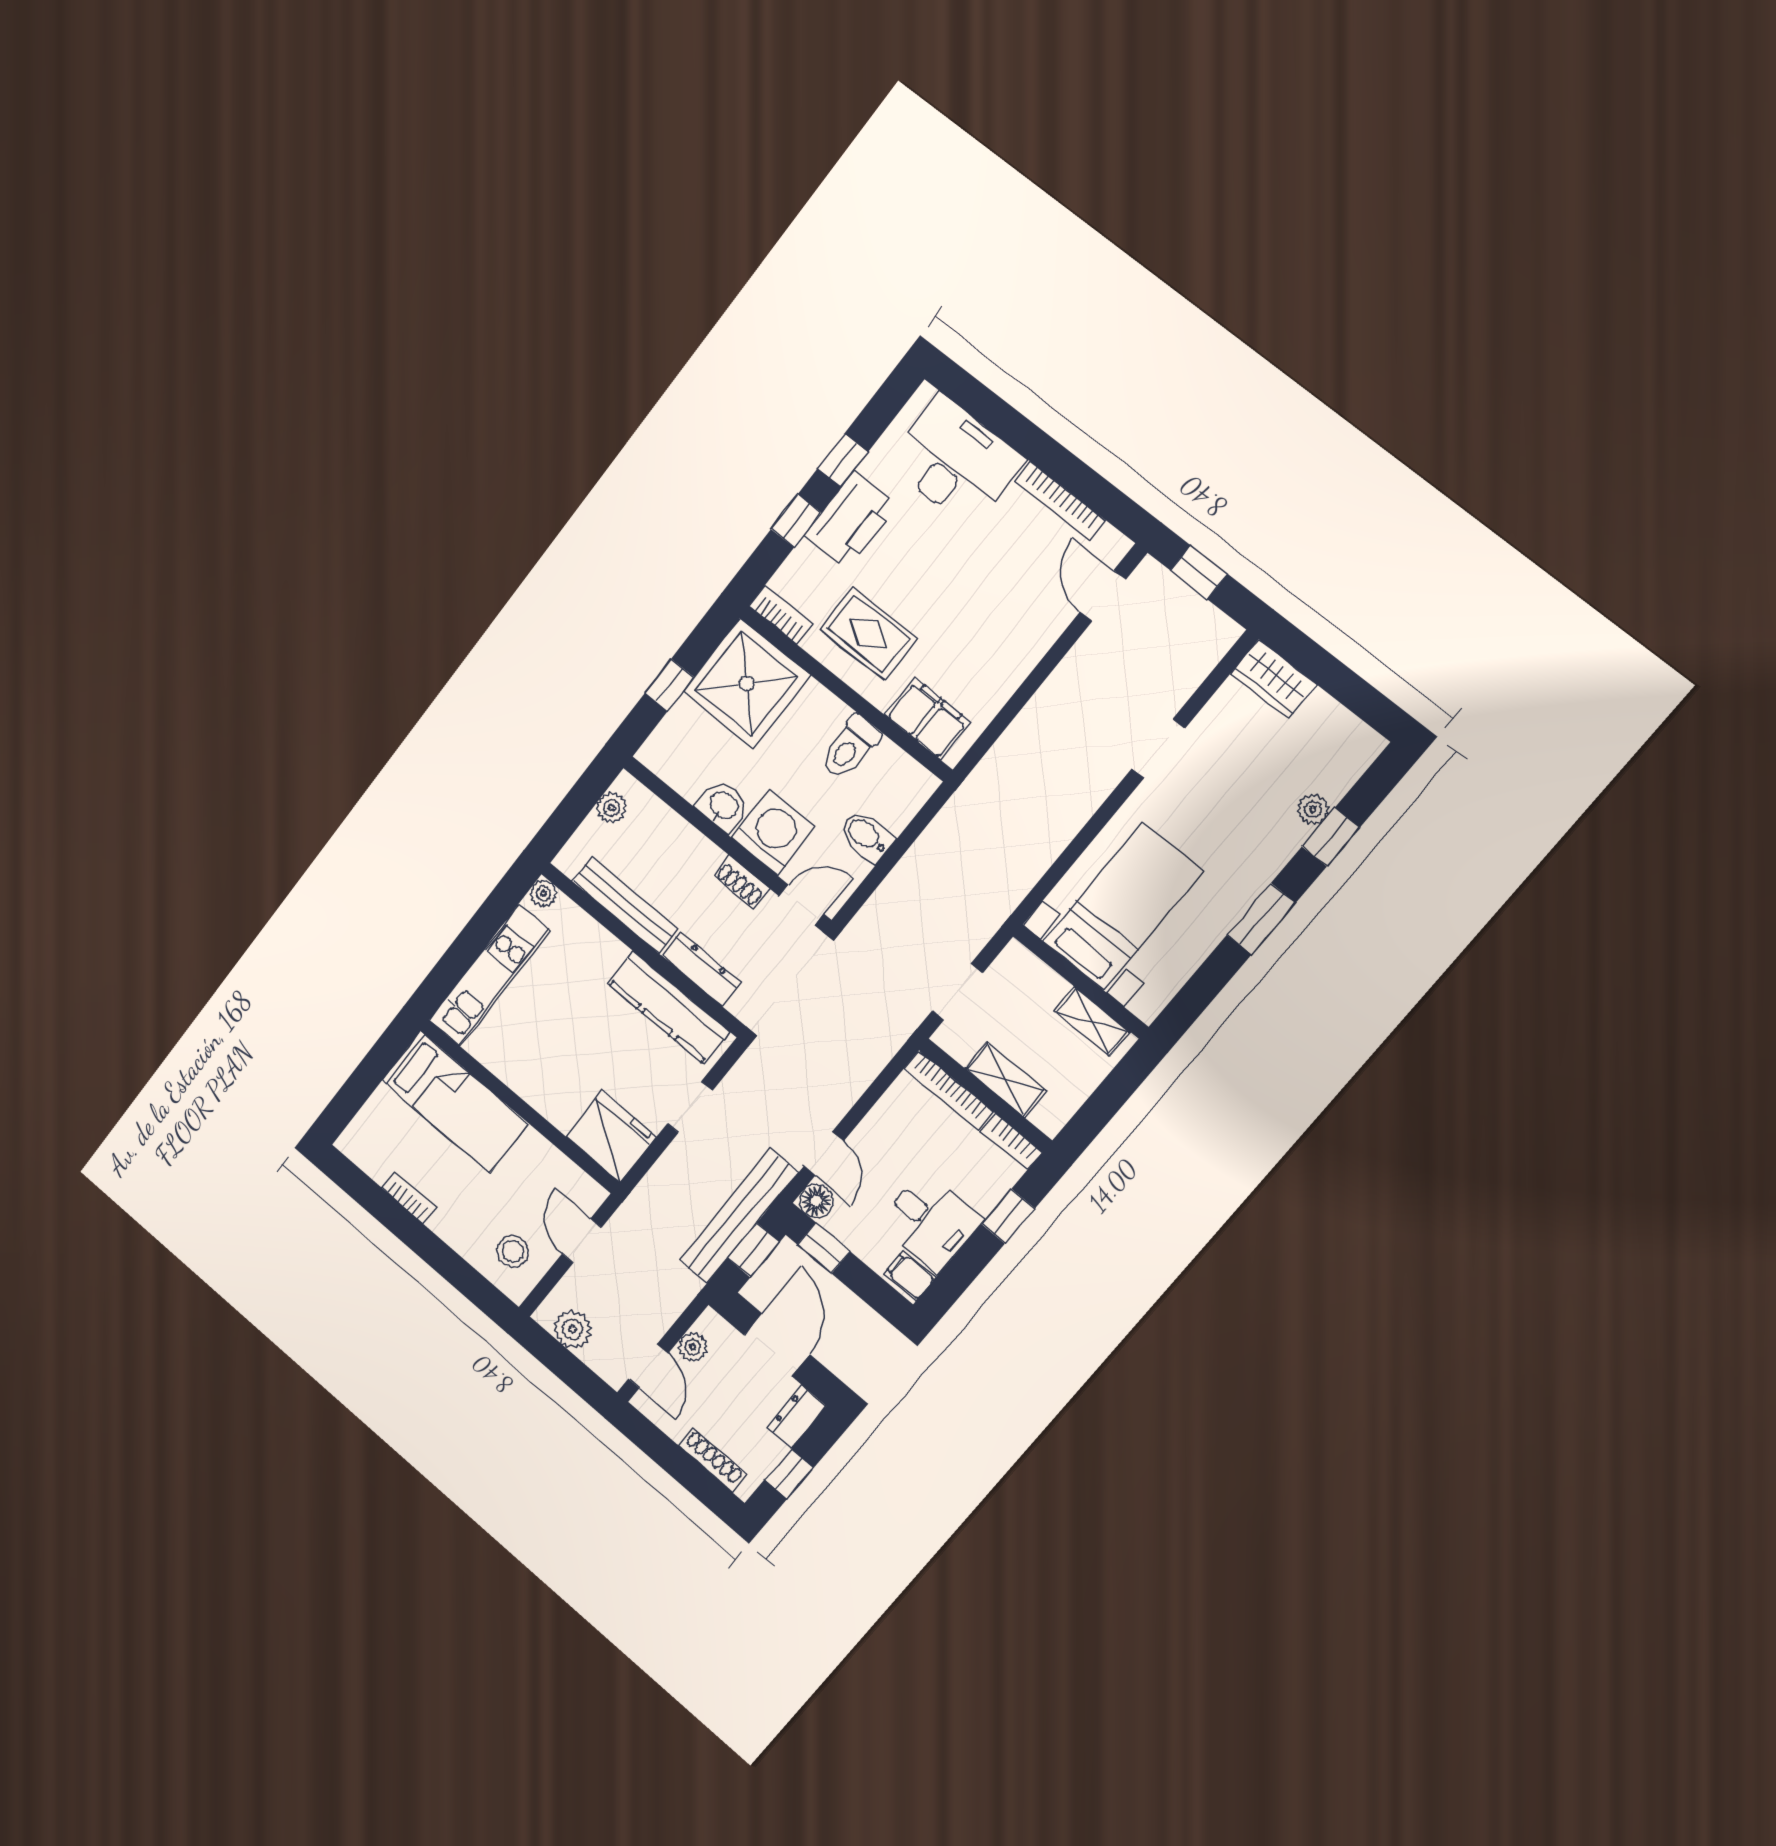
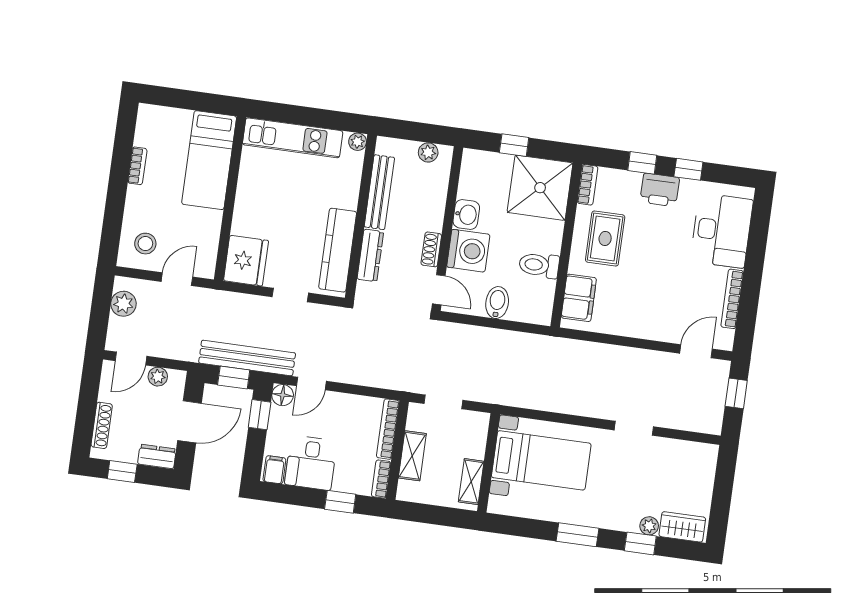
printer: (851, 520) -> (660, 190), width x0.73, depth x0.84
wardrobe: (1274, 679) -> (682, 527), moved, turned 90

